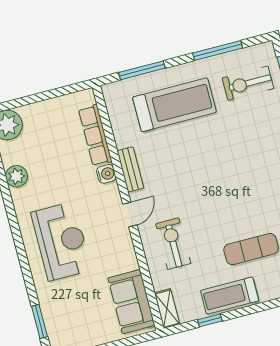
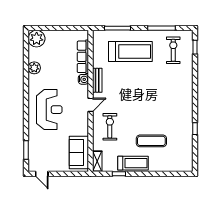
exercise bike: (248, 83) -> (173, 50), turned 90
treadmill: (230, 296) -> (133, 163), turned 180

